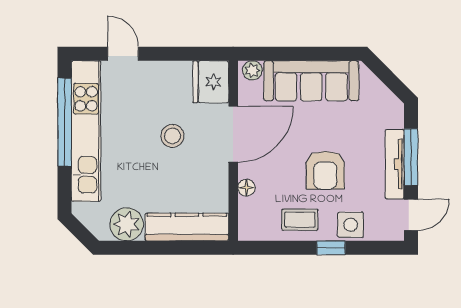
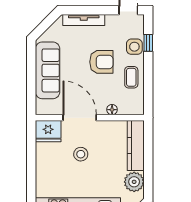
door: (123, 54) -> (31, 184), removed
plant: (252, 70) -> (41, 106), removed
window: (411, 157) -> (94, 10), removed
tv unit: (395, 164) -> (84, 20), moved
window: (331, 248) -> (148, 43), moved

